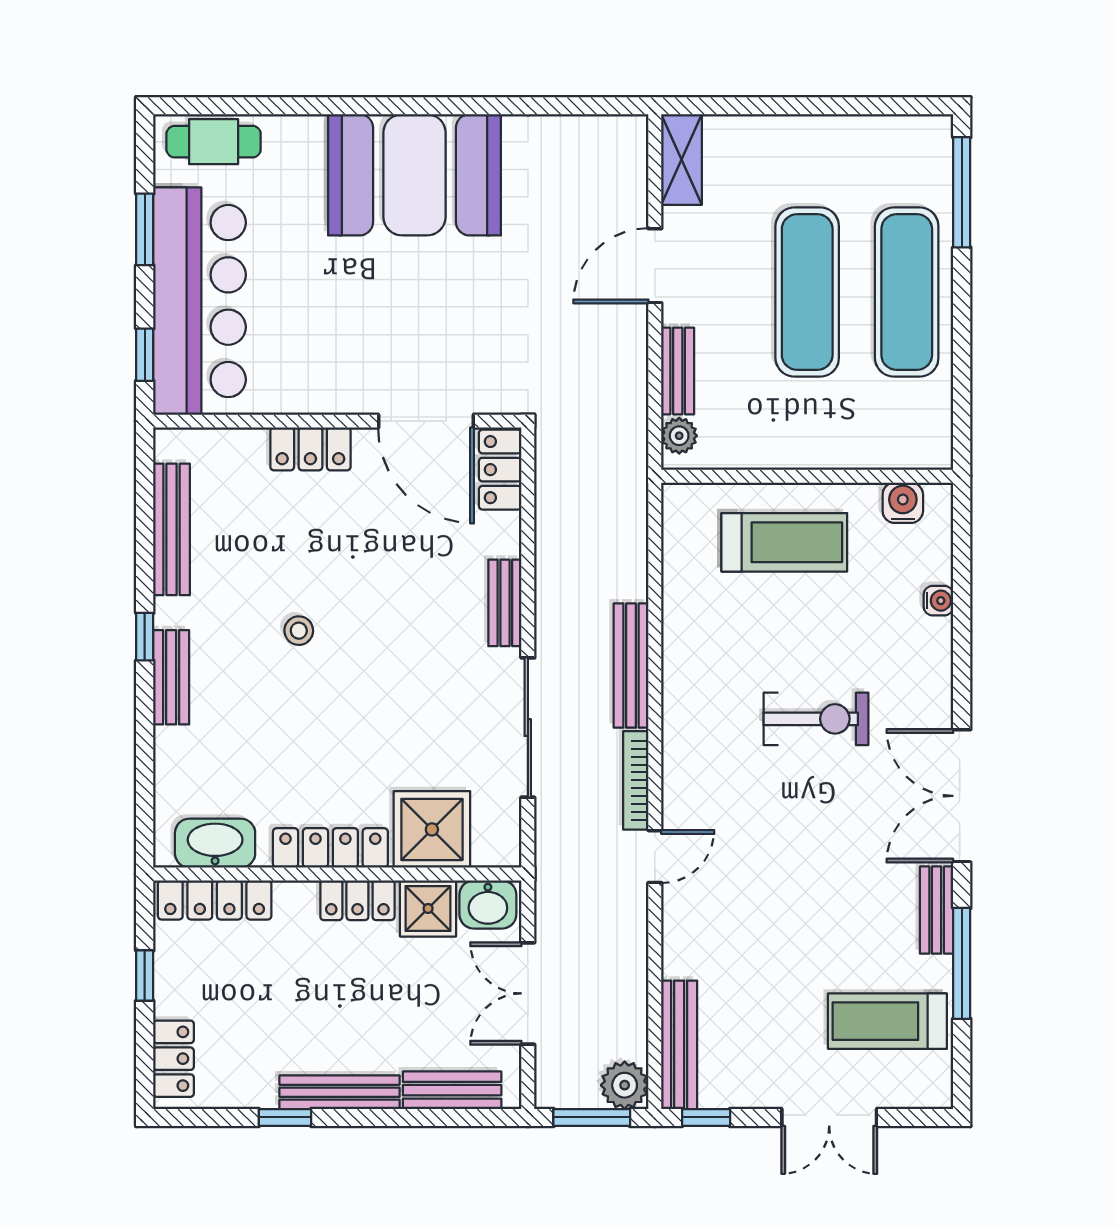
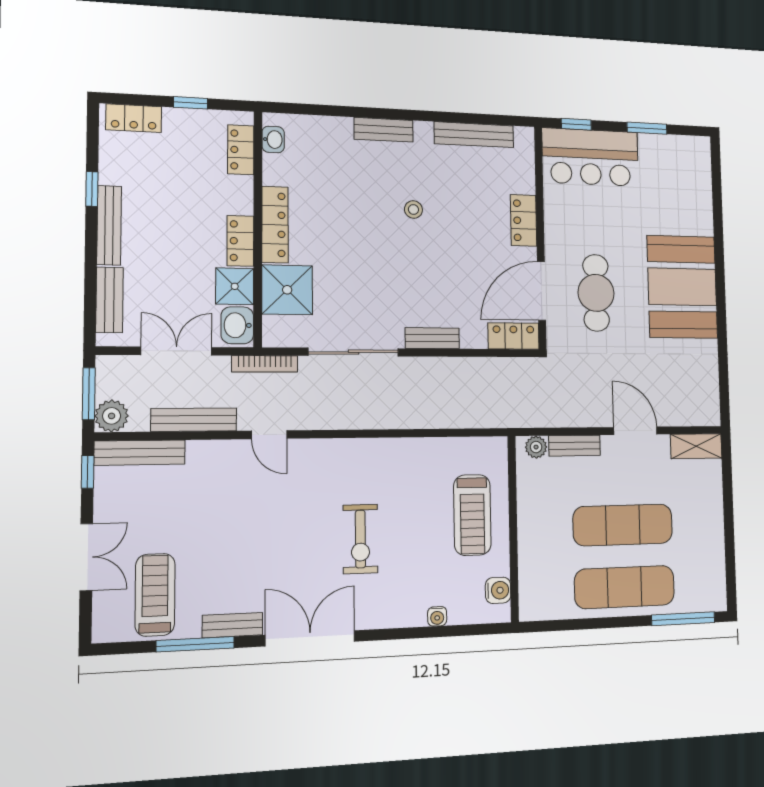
cafe table: (214, 142) -> (596, 293), moved, width x1.37, depth x1.35
bar counter: (199, 301) -> (590, 157), width x0.73
window: (145, 637) -> (409, 115), removed
bench: (631, 666) -> (194, 420), moved
bookcase: (636, 780) -> (265, 364), moved, turned 180
washbasin: (215, 843) -> (273, 139), width x0.52, depth x0.69
locker: (215, 900) -> (241, 150), width x0.66
double door: (829, 1117) -> (86, 557), swing flipped

